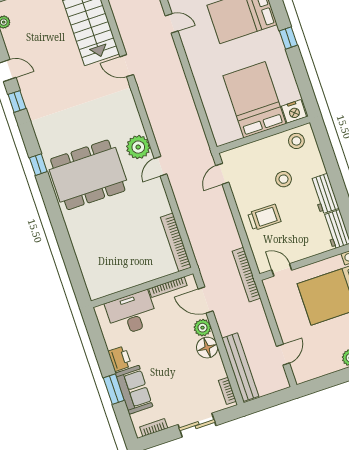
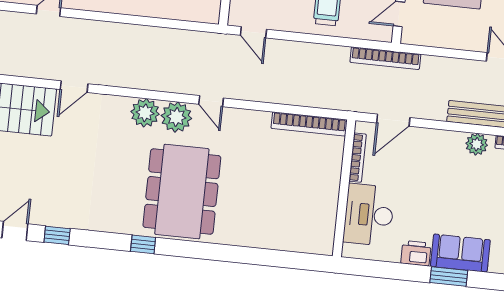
plant: (131, 124) -> (145, 113), added
plant: (203, 328) -> (477, 144), moved
floor lamp: (207, 348) -> (450, 144), removed

